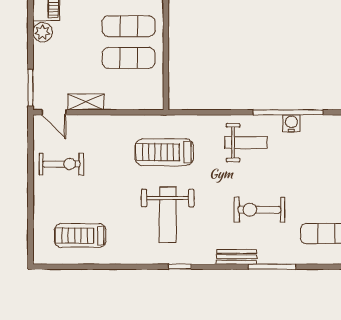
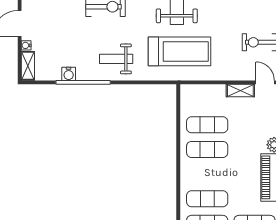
water cooler: (291, 123) -> (69, 74), moved
treadmill: (164, 152) -> (179, 51), width x1.37, depth x1.38

